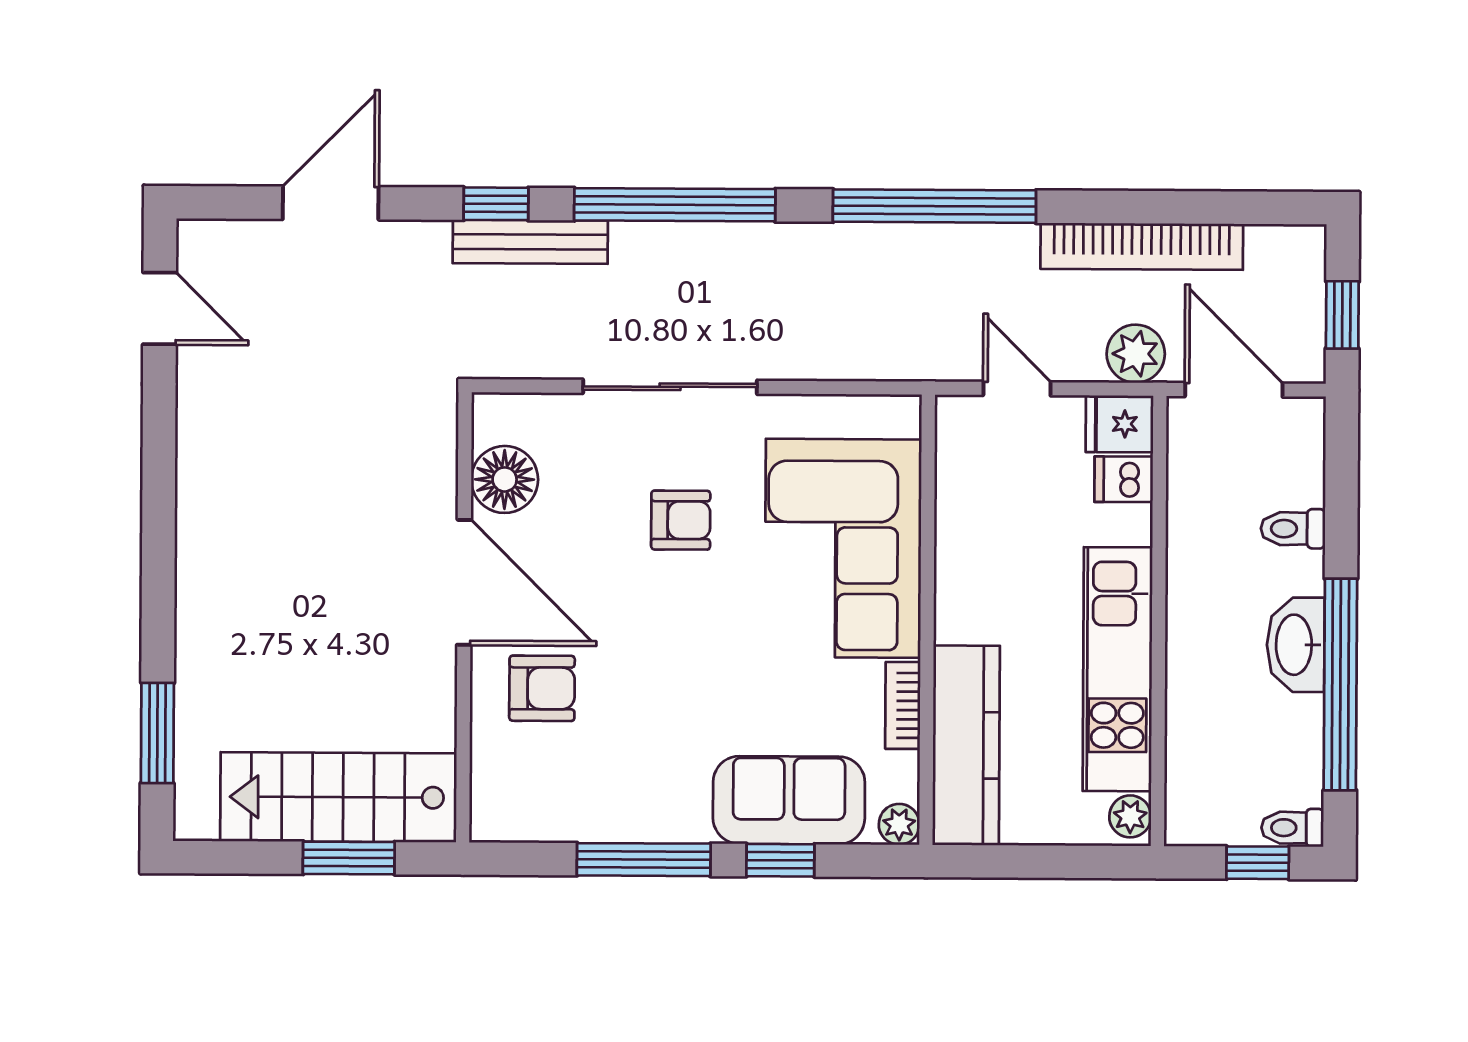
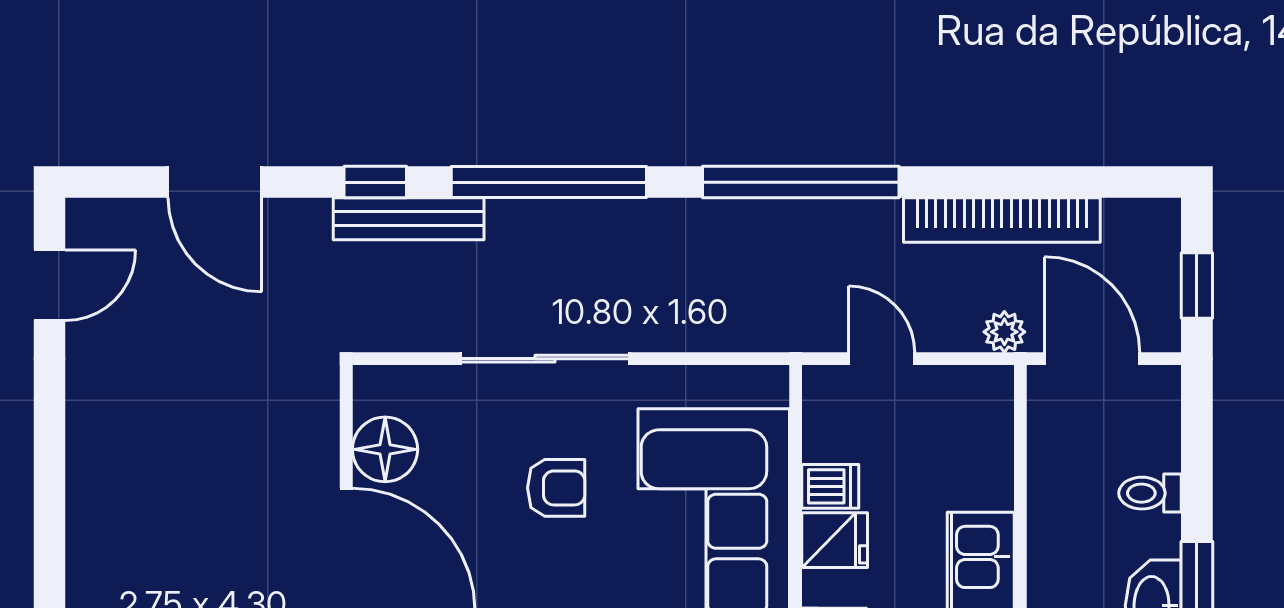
door: (331, 203) -> (215, 182), swing flipped
door: (160, 308) -> (49, 285), hinge flipped
plant: (1136, 354) -> (1004, 332), width x0.73, depth x0.73
fridge: (1119, 424) -> (835, 540), moved, turned 180
dishwasher: (1124, 479) -> (830, 486), moved, turned 180

